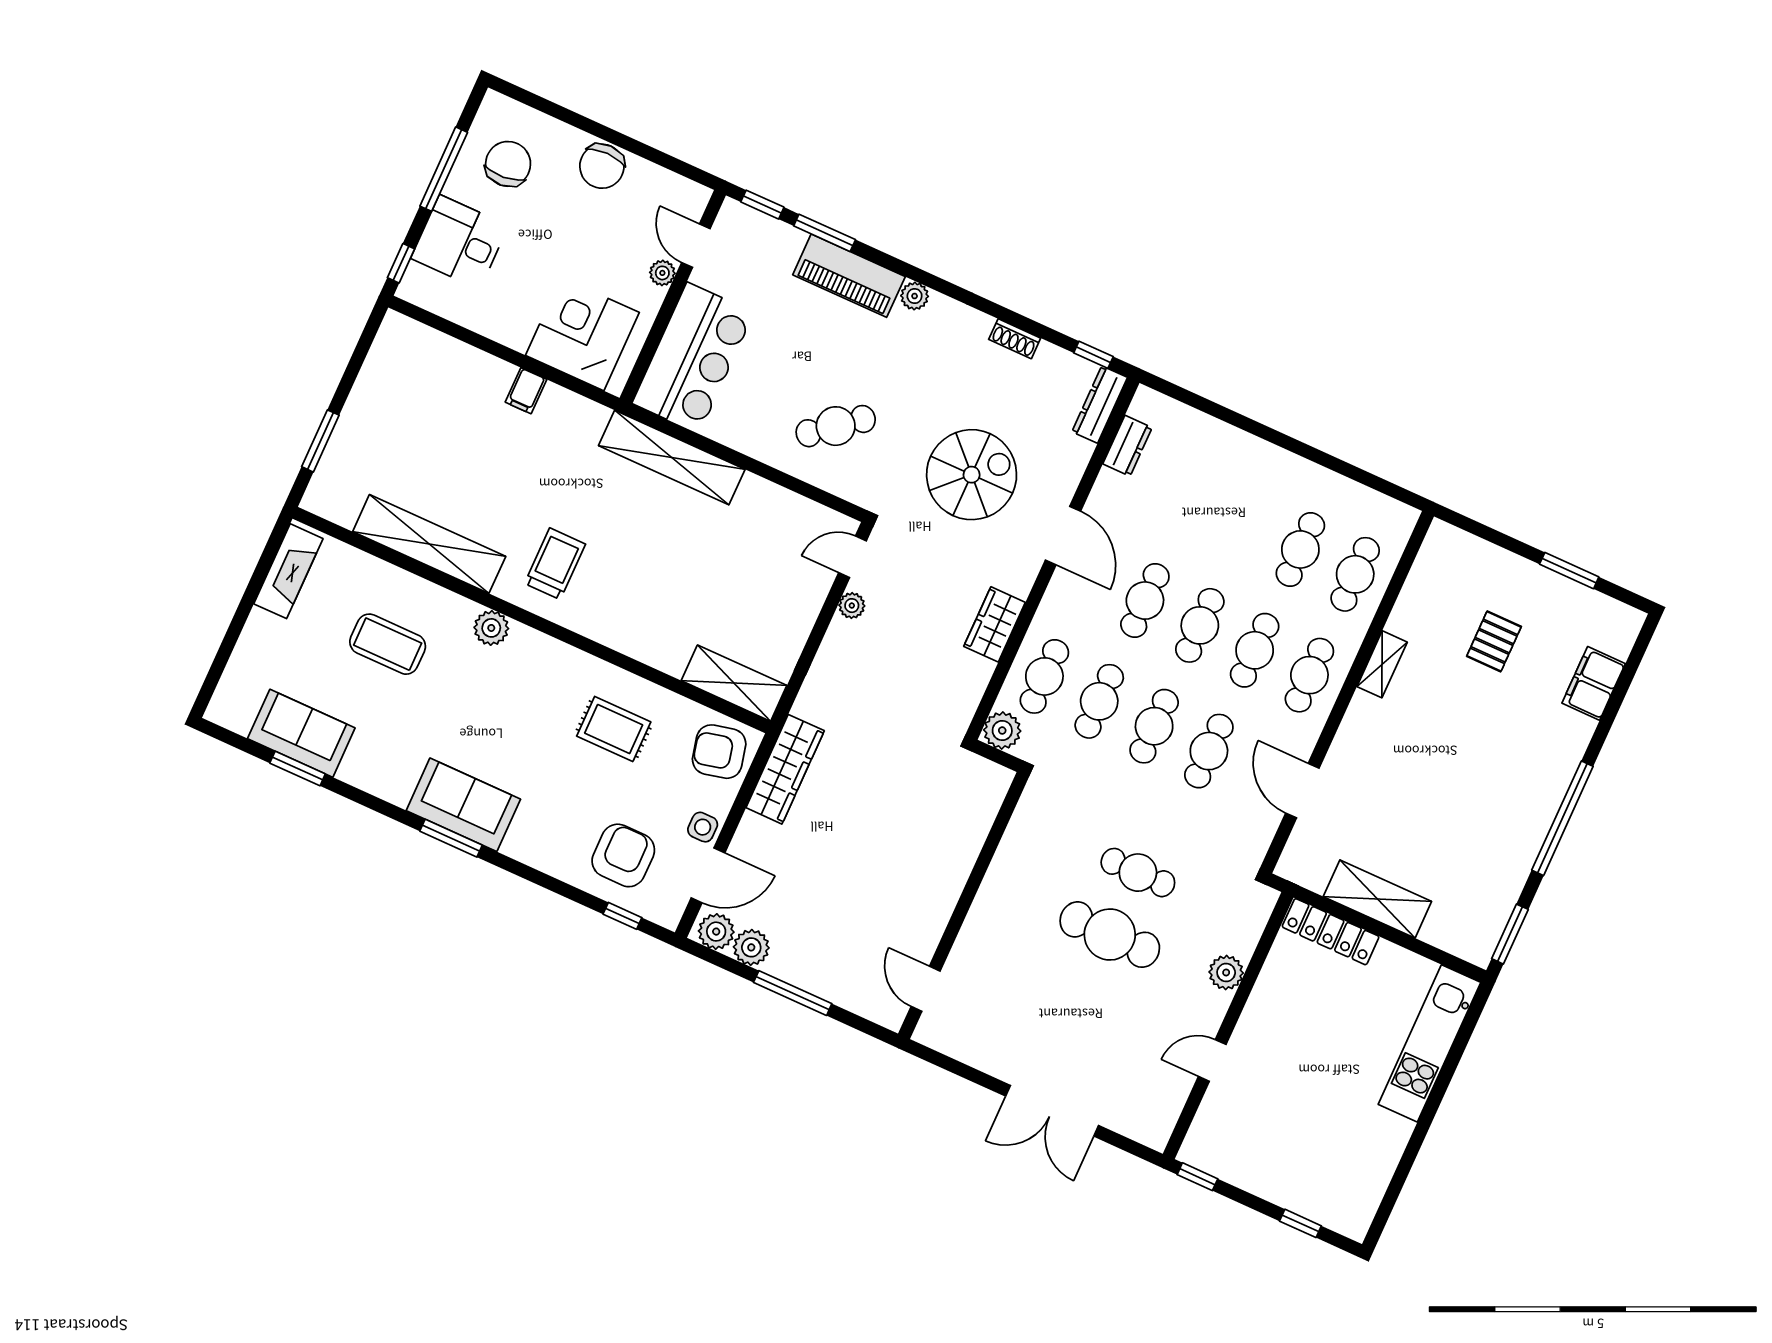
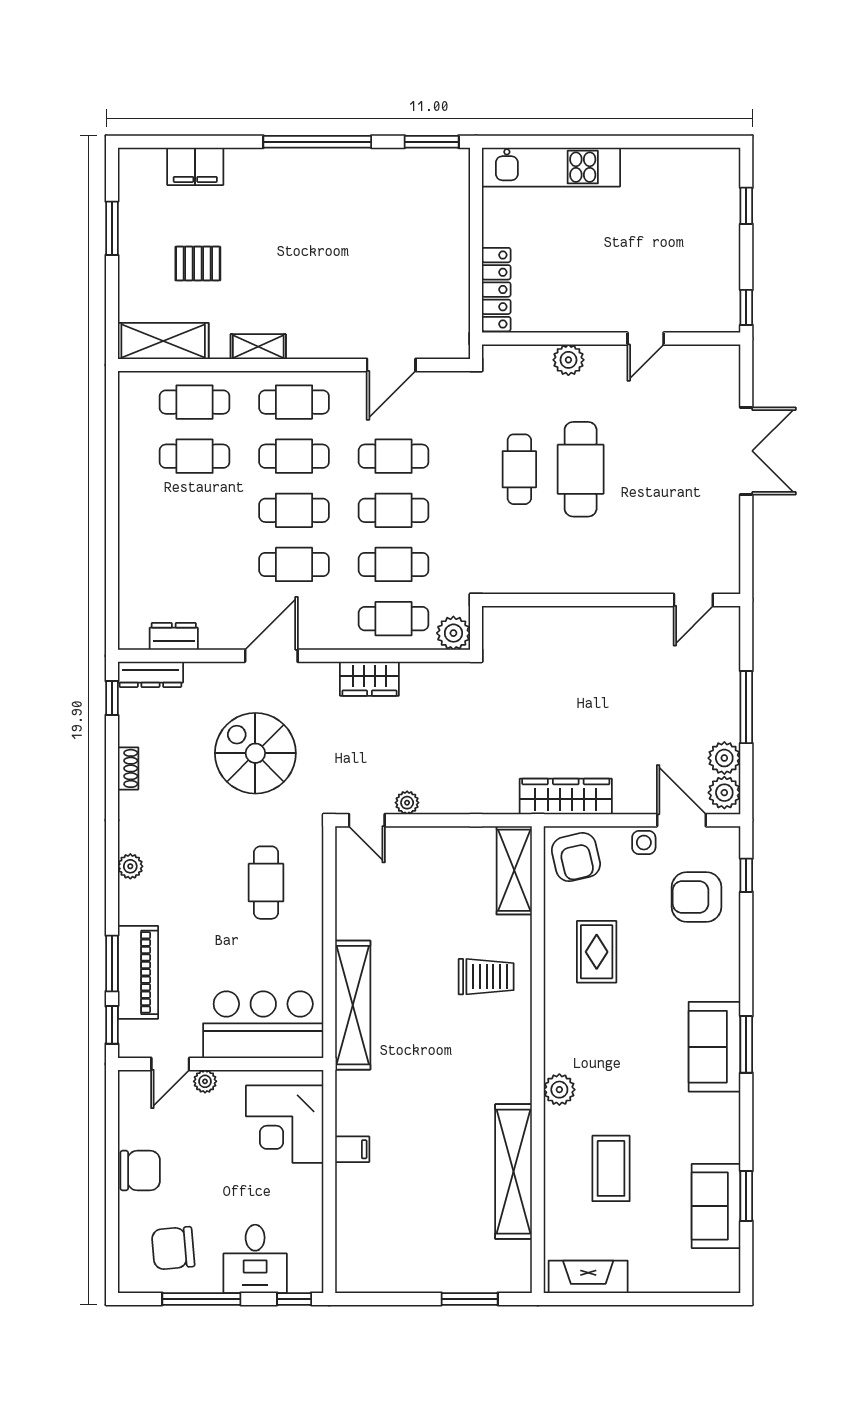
piano: (849, 276) -> (138, 972), moved
cafe table: (836, 426) -> (266, 883), turned 39
trolley: (555, 564) -> (486, 977), moved, turned 180
shelving: (1377, 899) -> (163, 341), moved, turned 90
door: (1212, 1060) -> (646, 339), hinge flipped

